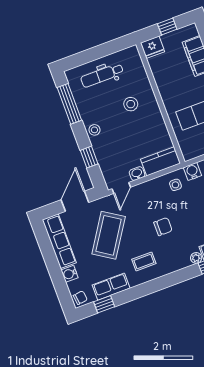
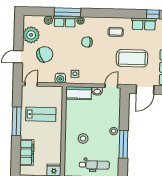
window: (69, 104) -> (123, 144), moved
window: (89, 157) -> (124, 115), removed
chair: (163, 227) -> (87, 42), moved
coffee table: (109, 235) -> (132, 58), turned 57

